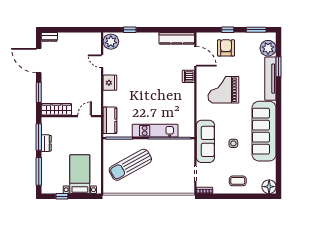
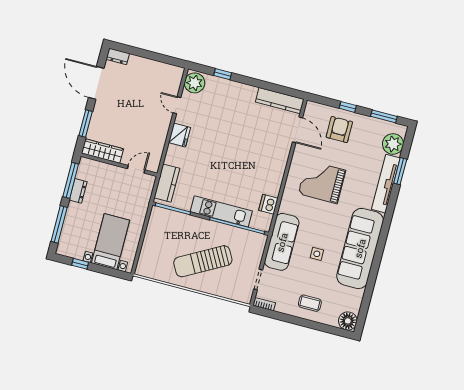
dishwasher: (188, 76) -> (268, 204), moved
sun lounger: (130, 165) -> (203, 261), moved

